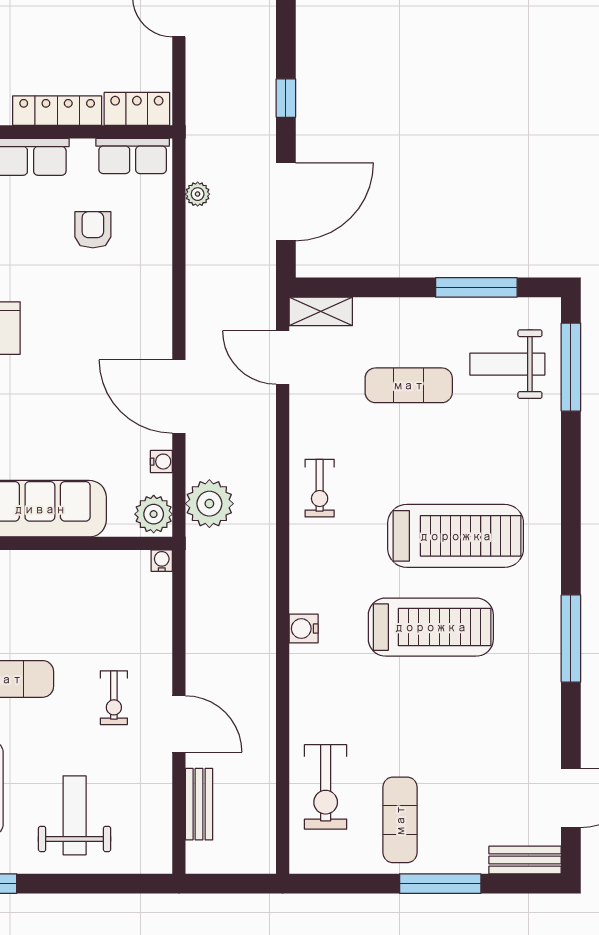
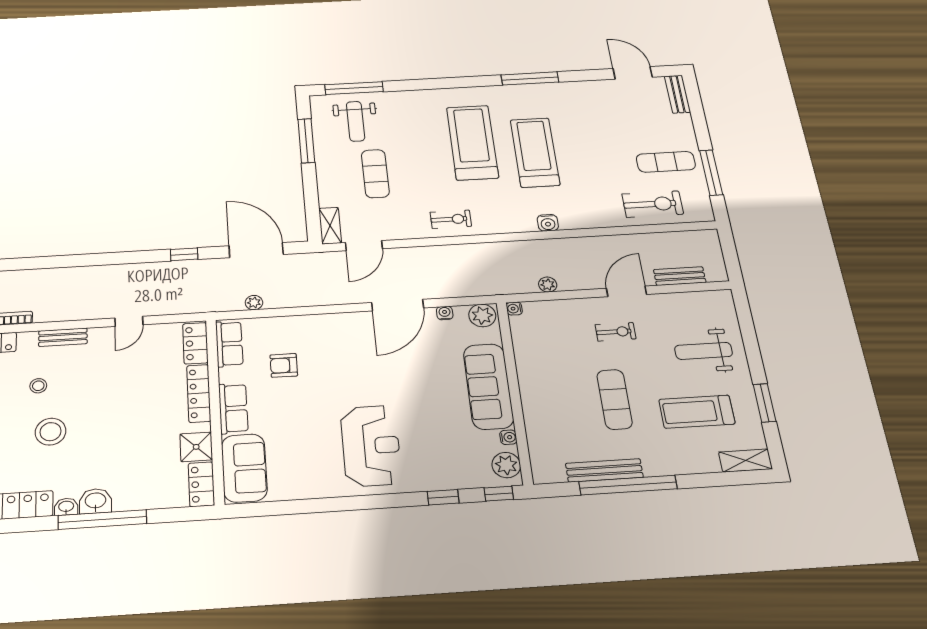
plant: (209, 504) -> (548, 285), moved, width x0.53, depth x0.53
window: (440, 884) -> (711, 173), moved

